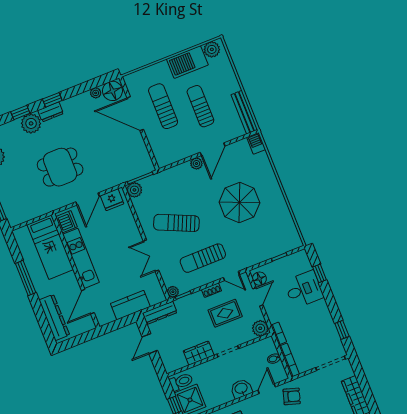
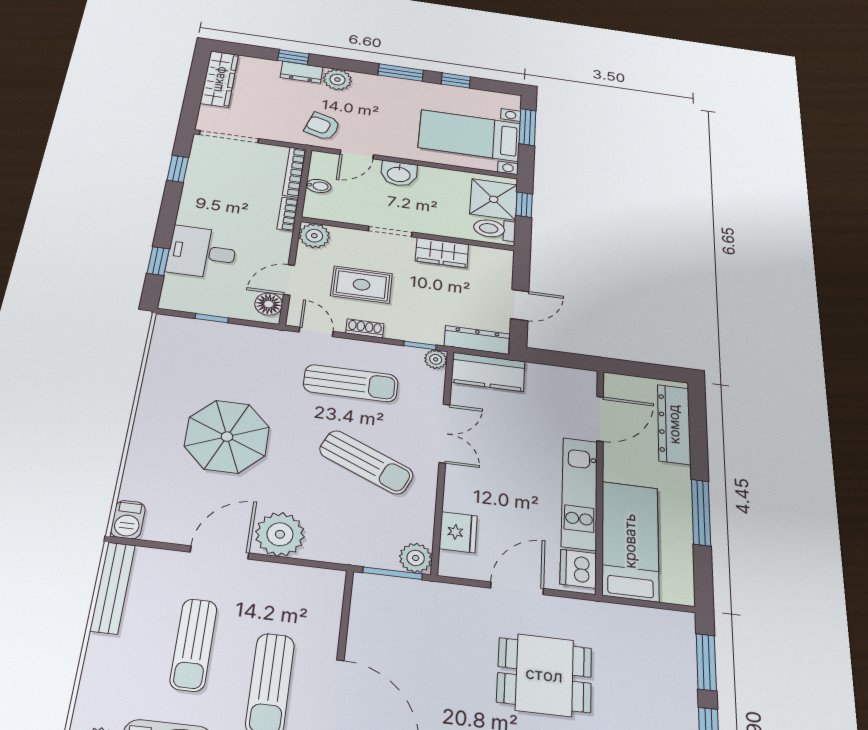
plant: (196, 164) -> (280, 534), width x1.88, depth x1.88
fridge: (112, 200) -> (458, 532), moved, turned 90
kitchen counter: (130, 305) -> (488, 372), moved

